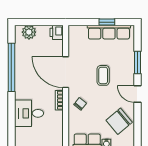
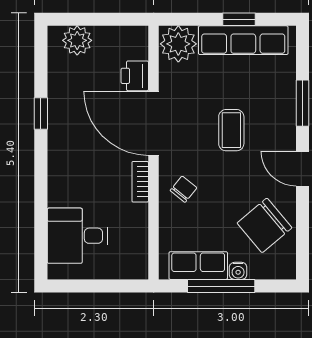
printer: (57, 32) -> (135, 76), moved
plant: (78, 34) -> (178, 44), added
window: (11, 67) -> (41, 114), width x0.32
desk: (29, 113) -> (77, 236), moved

